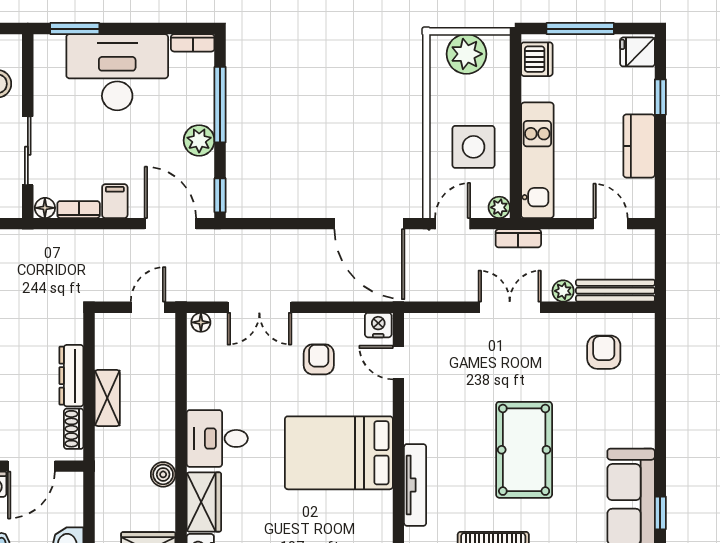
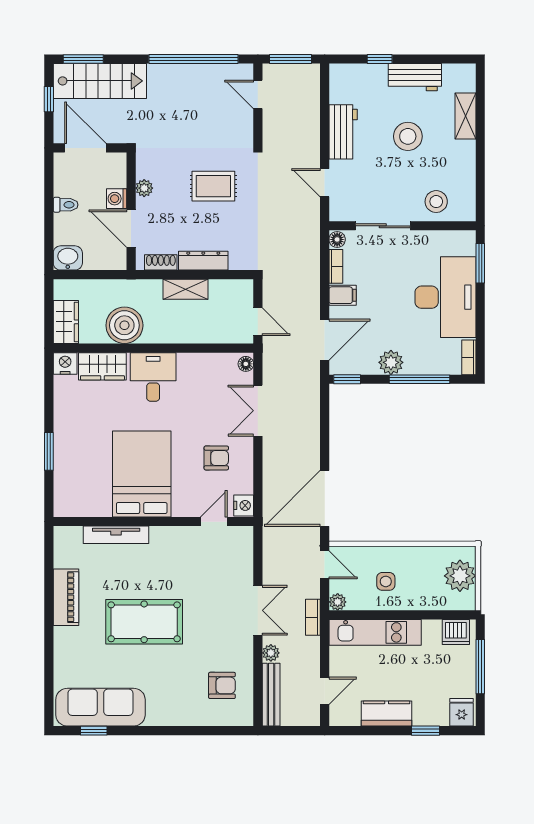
side table: (473, 147) -> (386, 581), width x0.54, depth x0.54
boiler: (163, 474) -> (124, 325), width x1.86, depth x1.86

